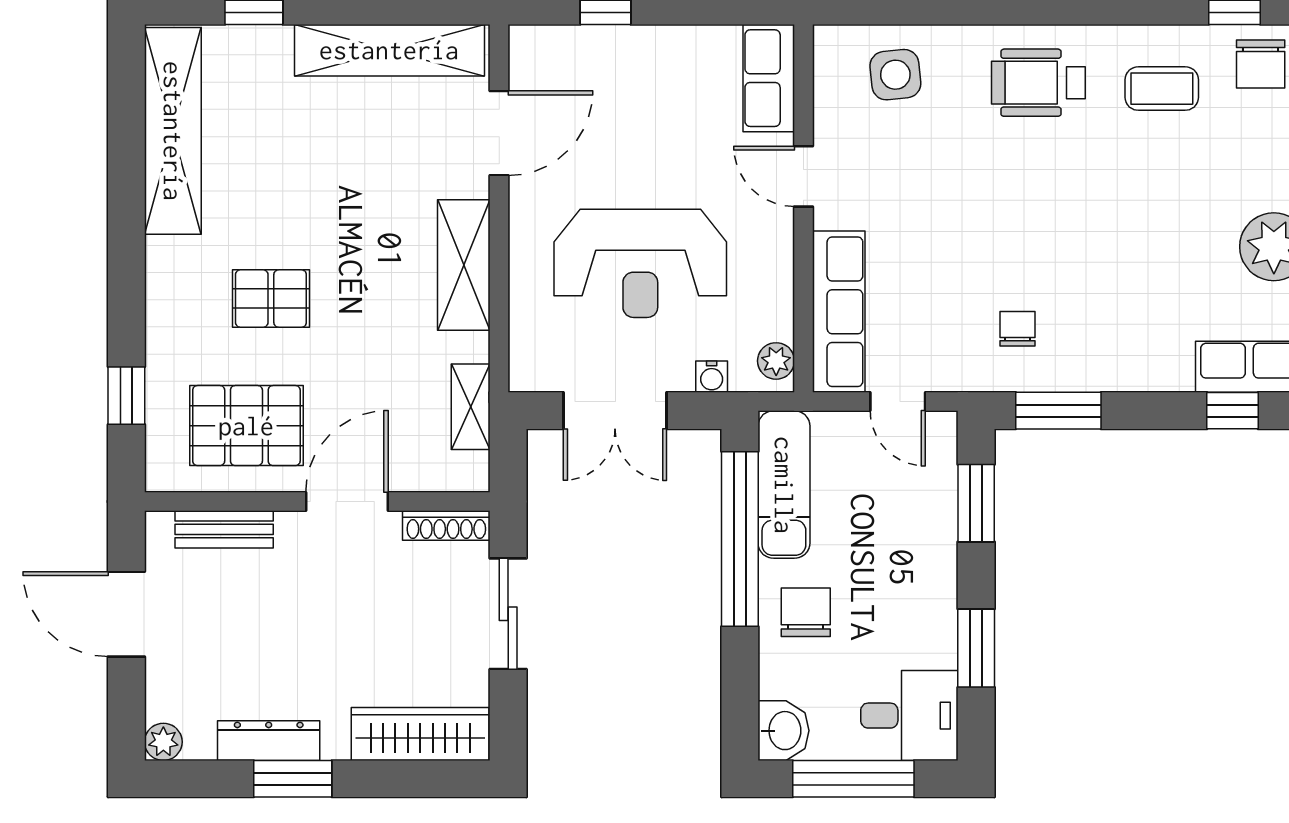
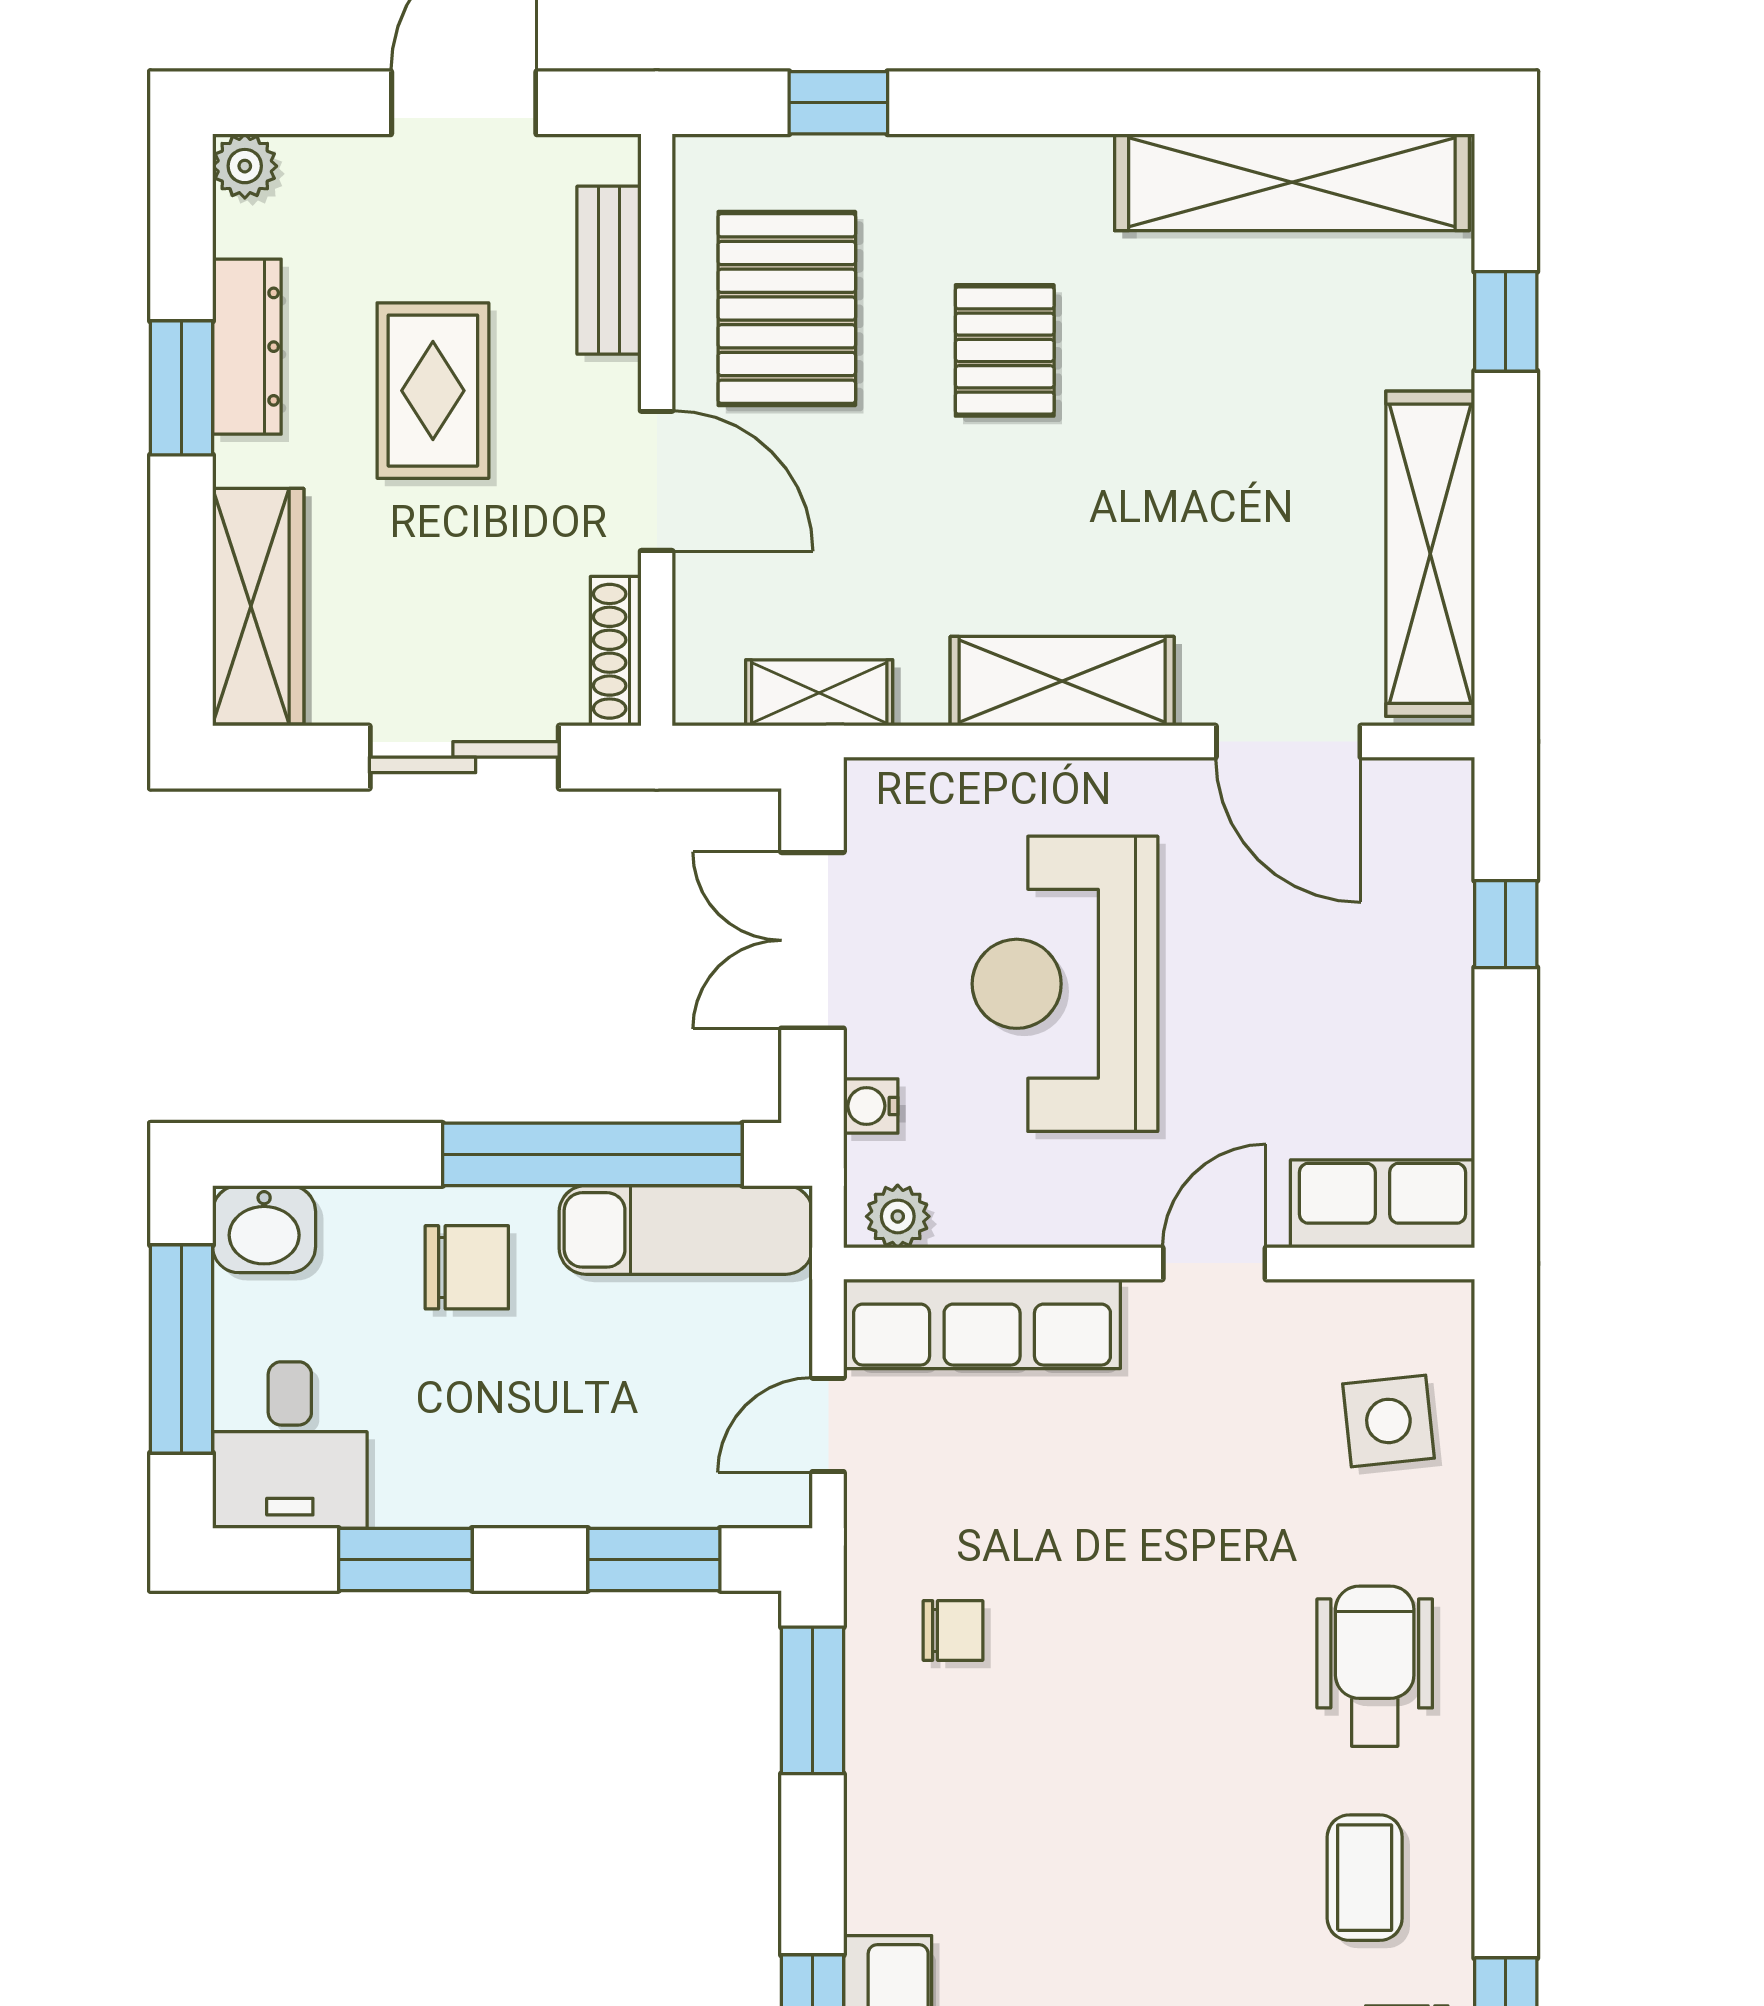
rug: (294, 632) -> (433, 391), added

